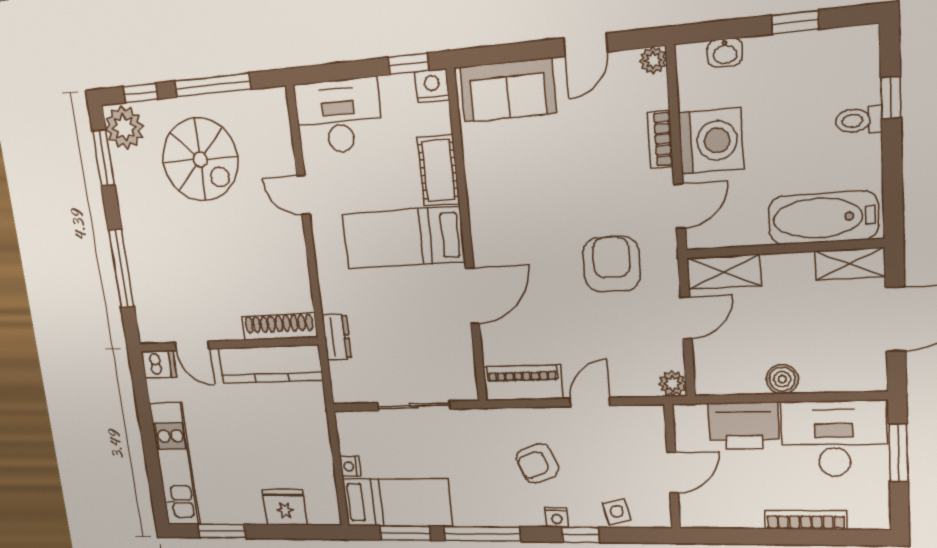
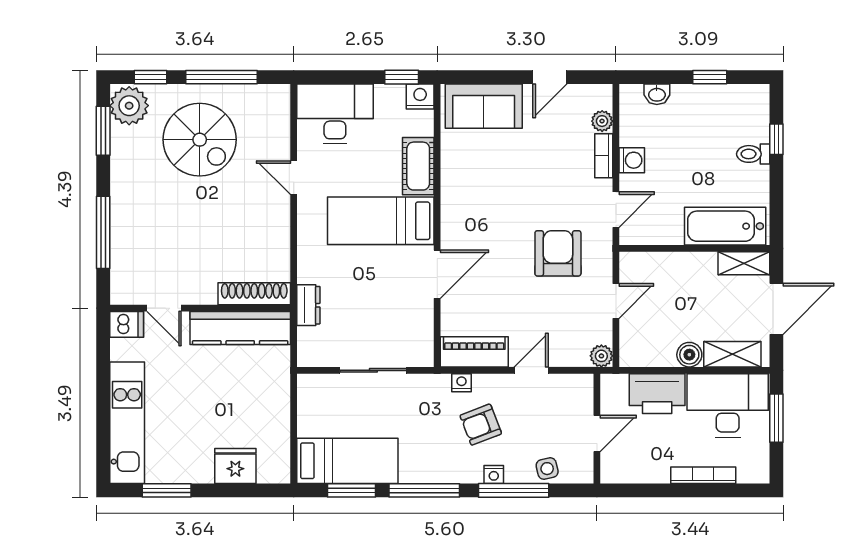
plant: (653, 60) -> (602, 121), moved
washing machine: (711, 141) -> (632, 160), width x0.53, depth x0.53
shelving: (724, 272) -> (732, 354), moved
nightstand: (350, 466) -> (462, 383), moved, turned 90
window: (580, 535) -> (514, 490), width x2.17

